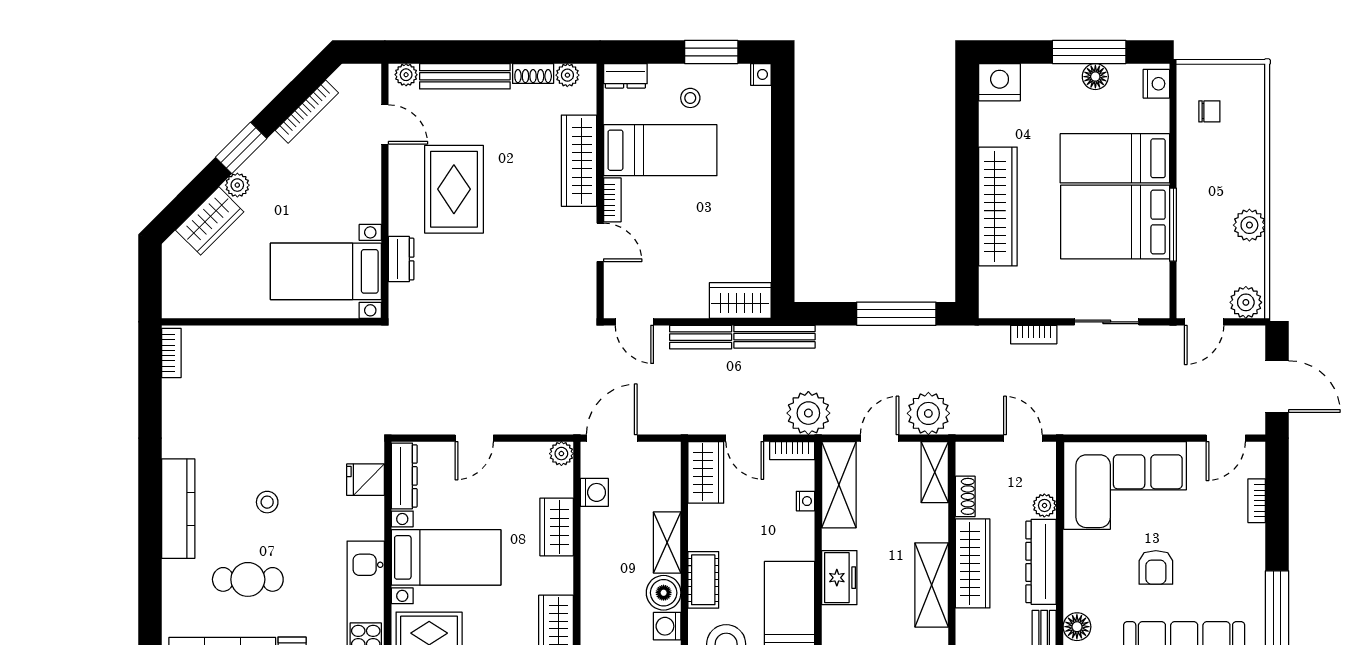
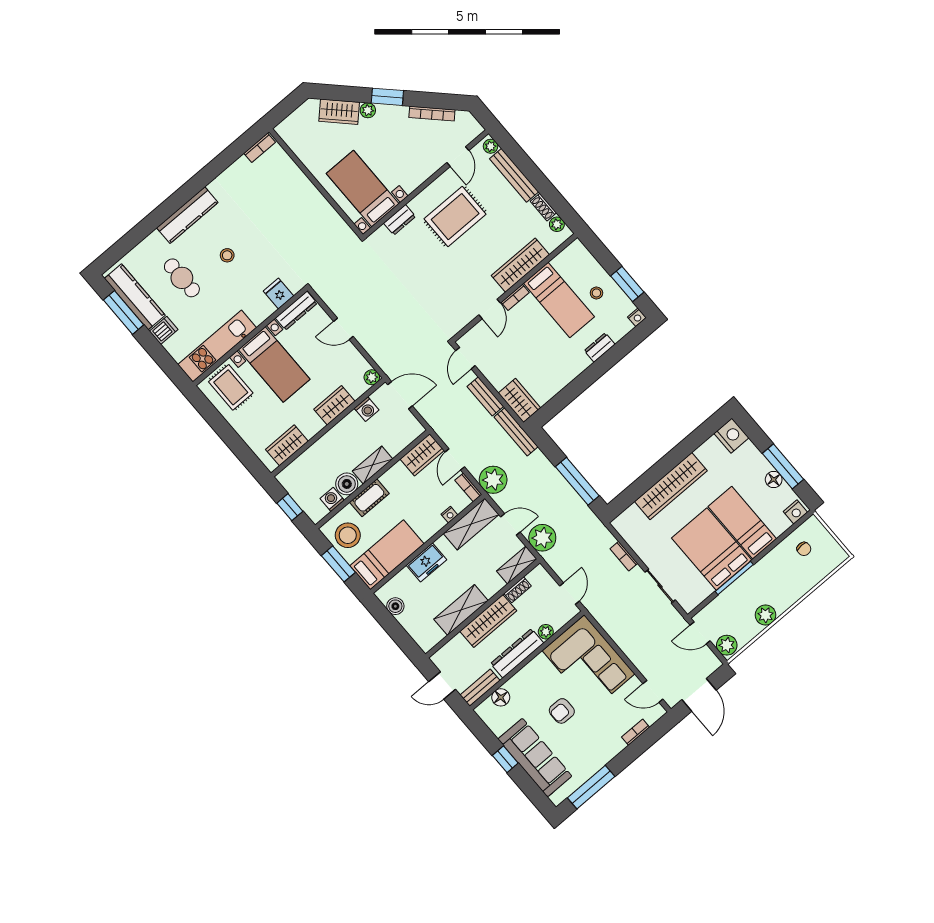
dresser: (625, 76) -> (600, 347), moved, turned 90

